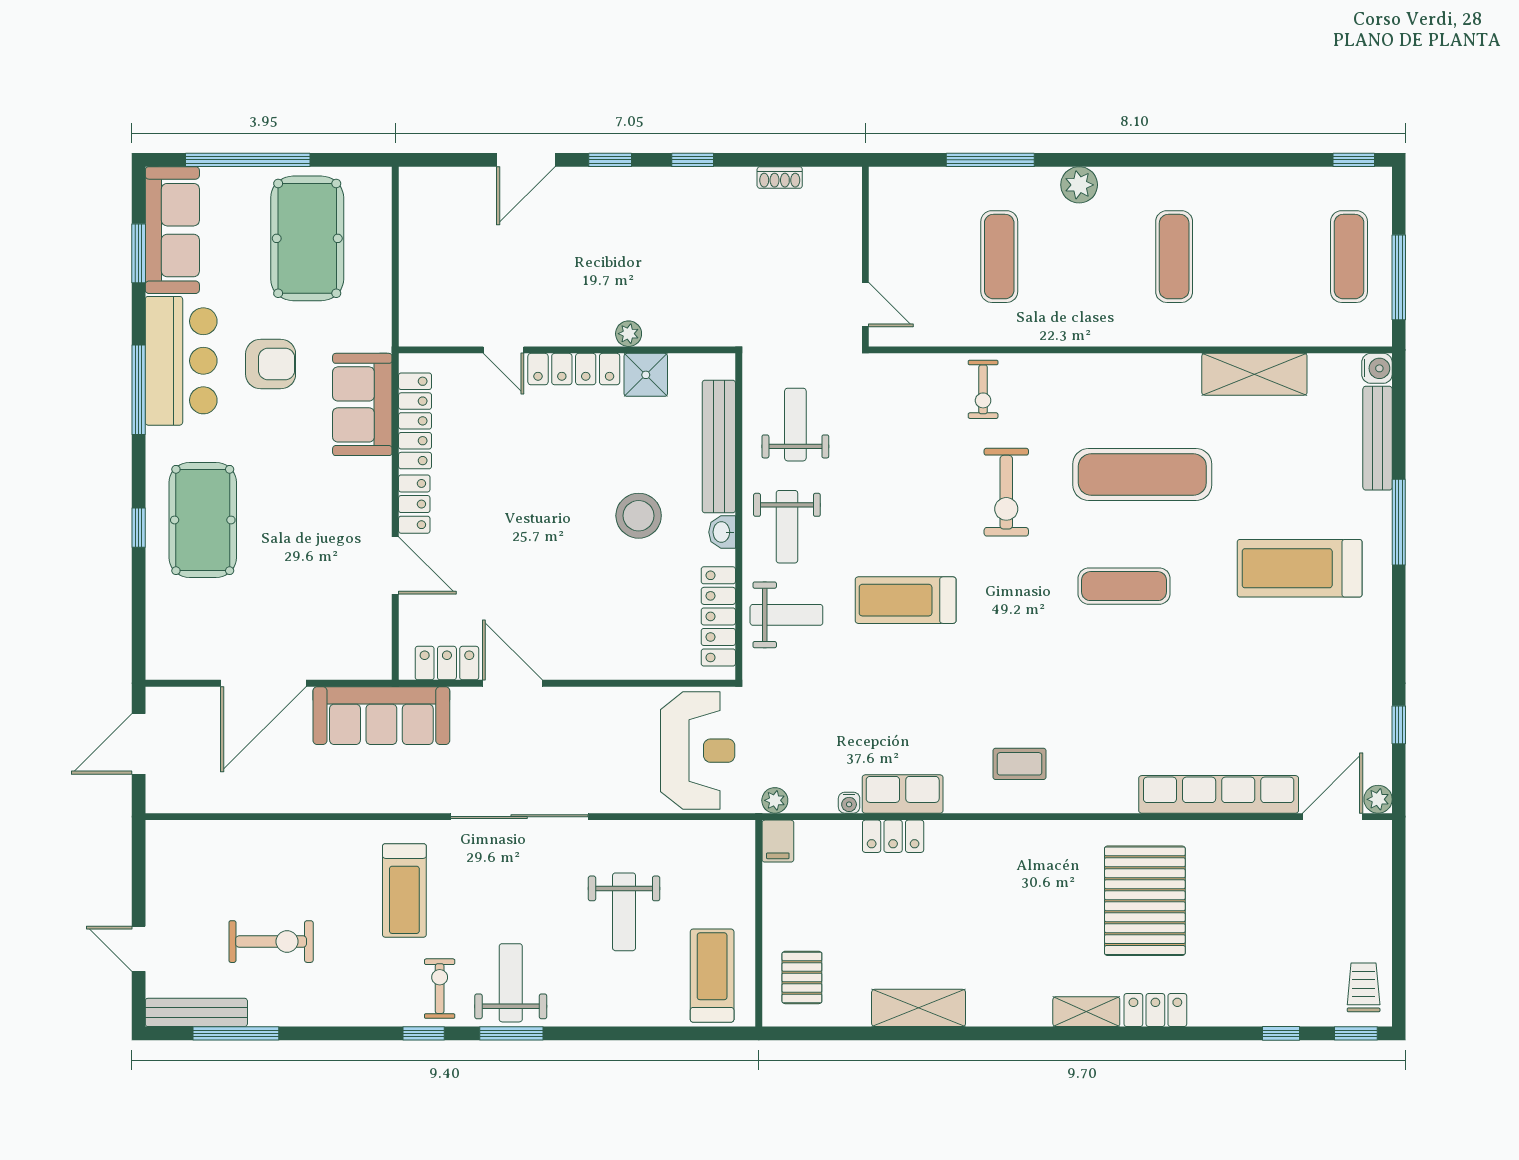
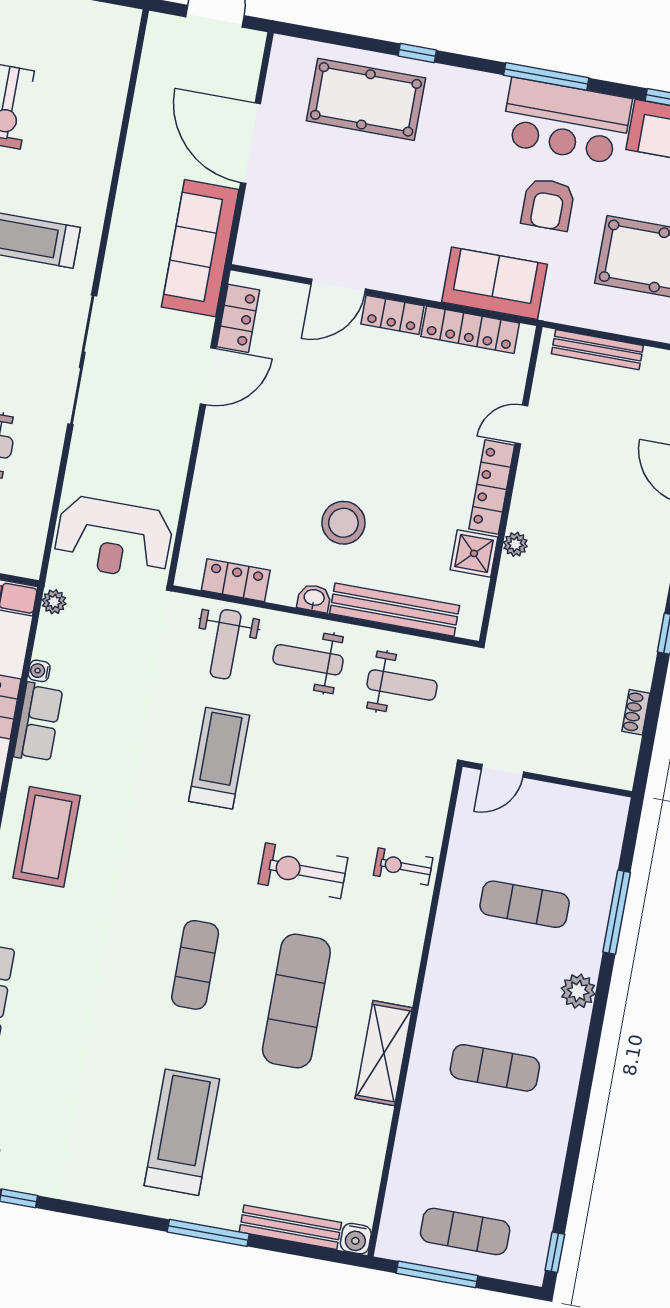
bench: (412, 285) -> (597, 350), added
shelving: (1254, 374) -> (384, 1053), moved
pool table: (203, 520) -> (366, 99), moved
locker: (718, 616) -> (236, 580), width x0.66
coffee table: (1019, 764) -> (47, 837), width x1.86, depth x1.72

